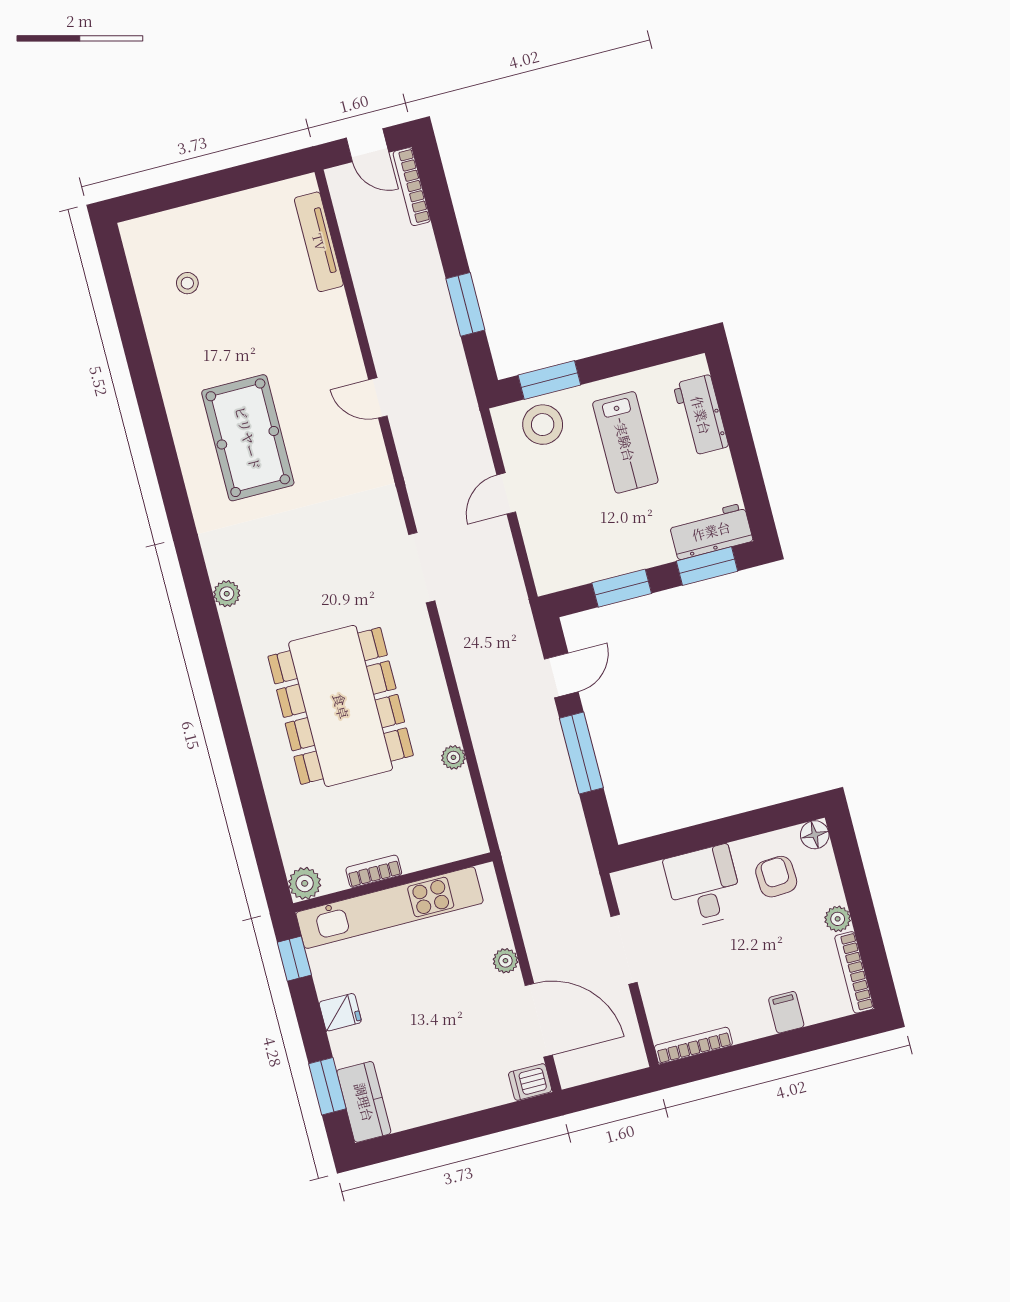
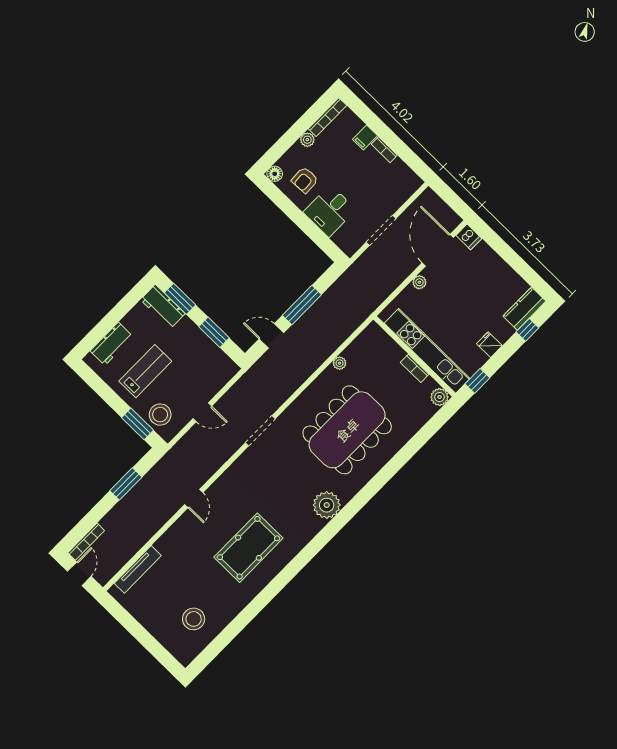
stool: (187, 283) -> (194, 619), width x1.89, depth x1.89
plant: (227, 594) -> (327, 505), width x1.88, depth x1.88
bookcase: (693, 1045) -> (384, 150), moved, width x0.64
window: (327, 1086) -> (527, 330), width x0.67

